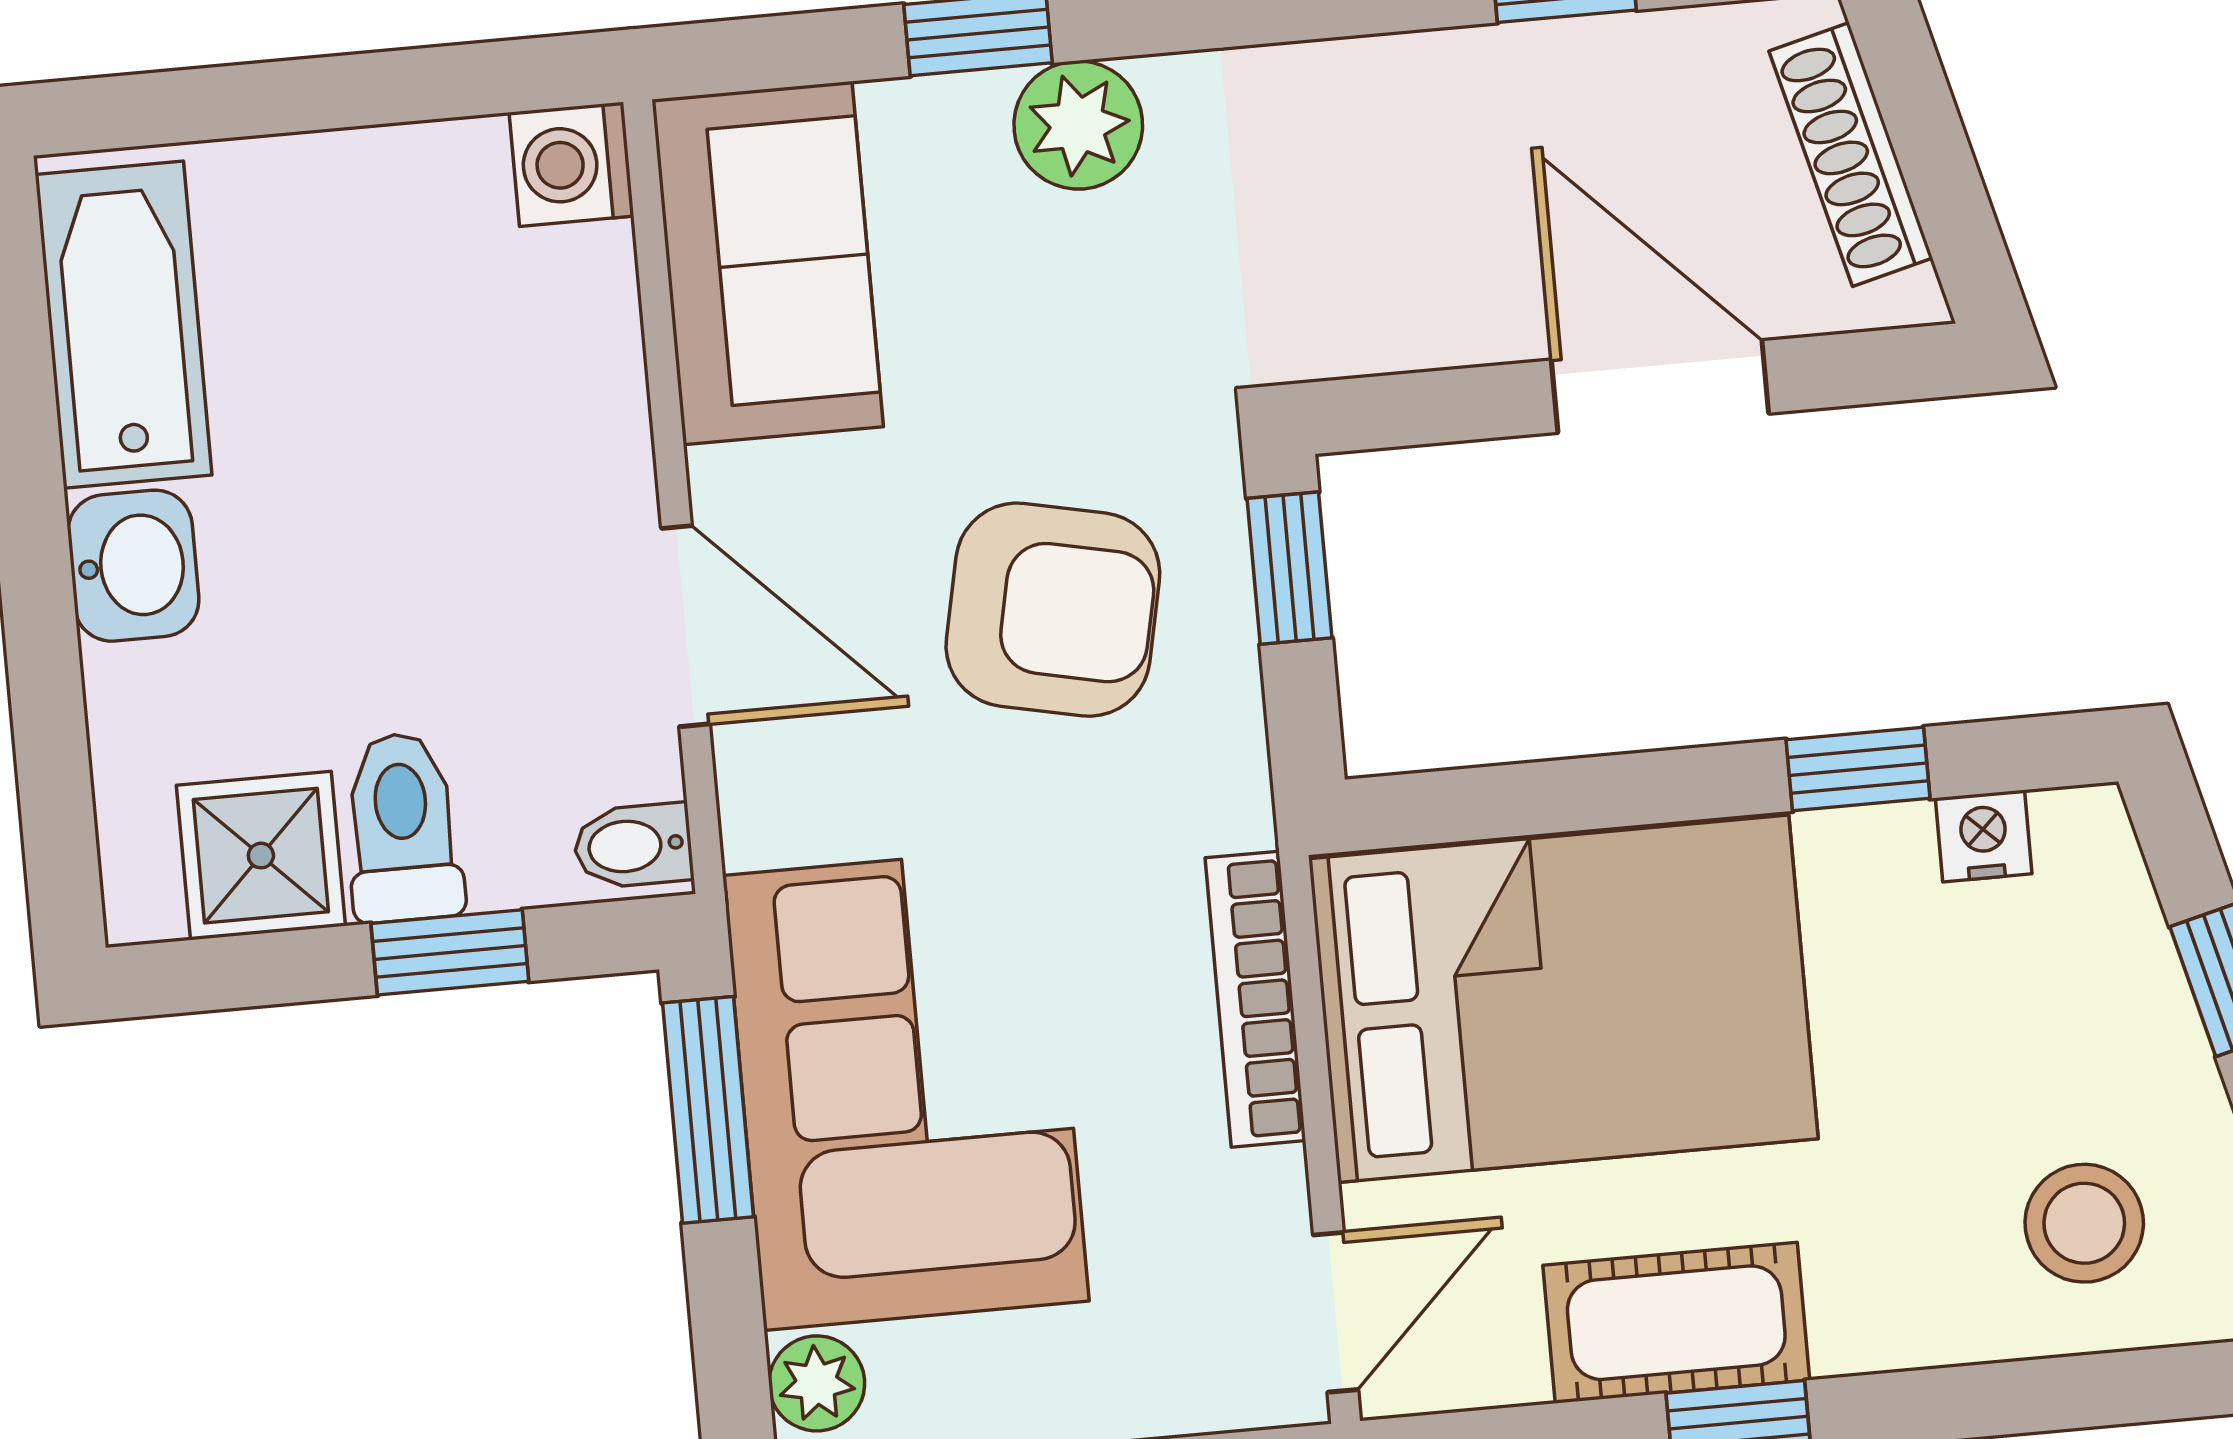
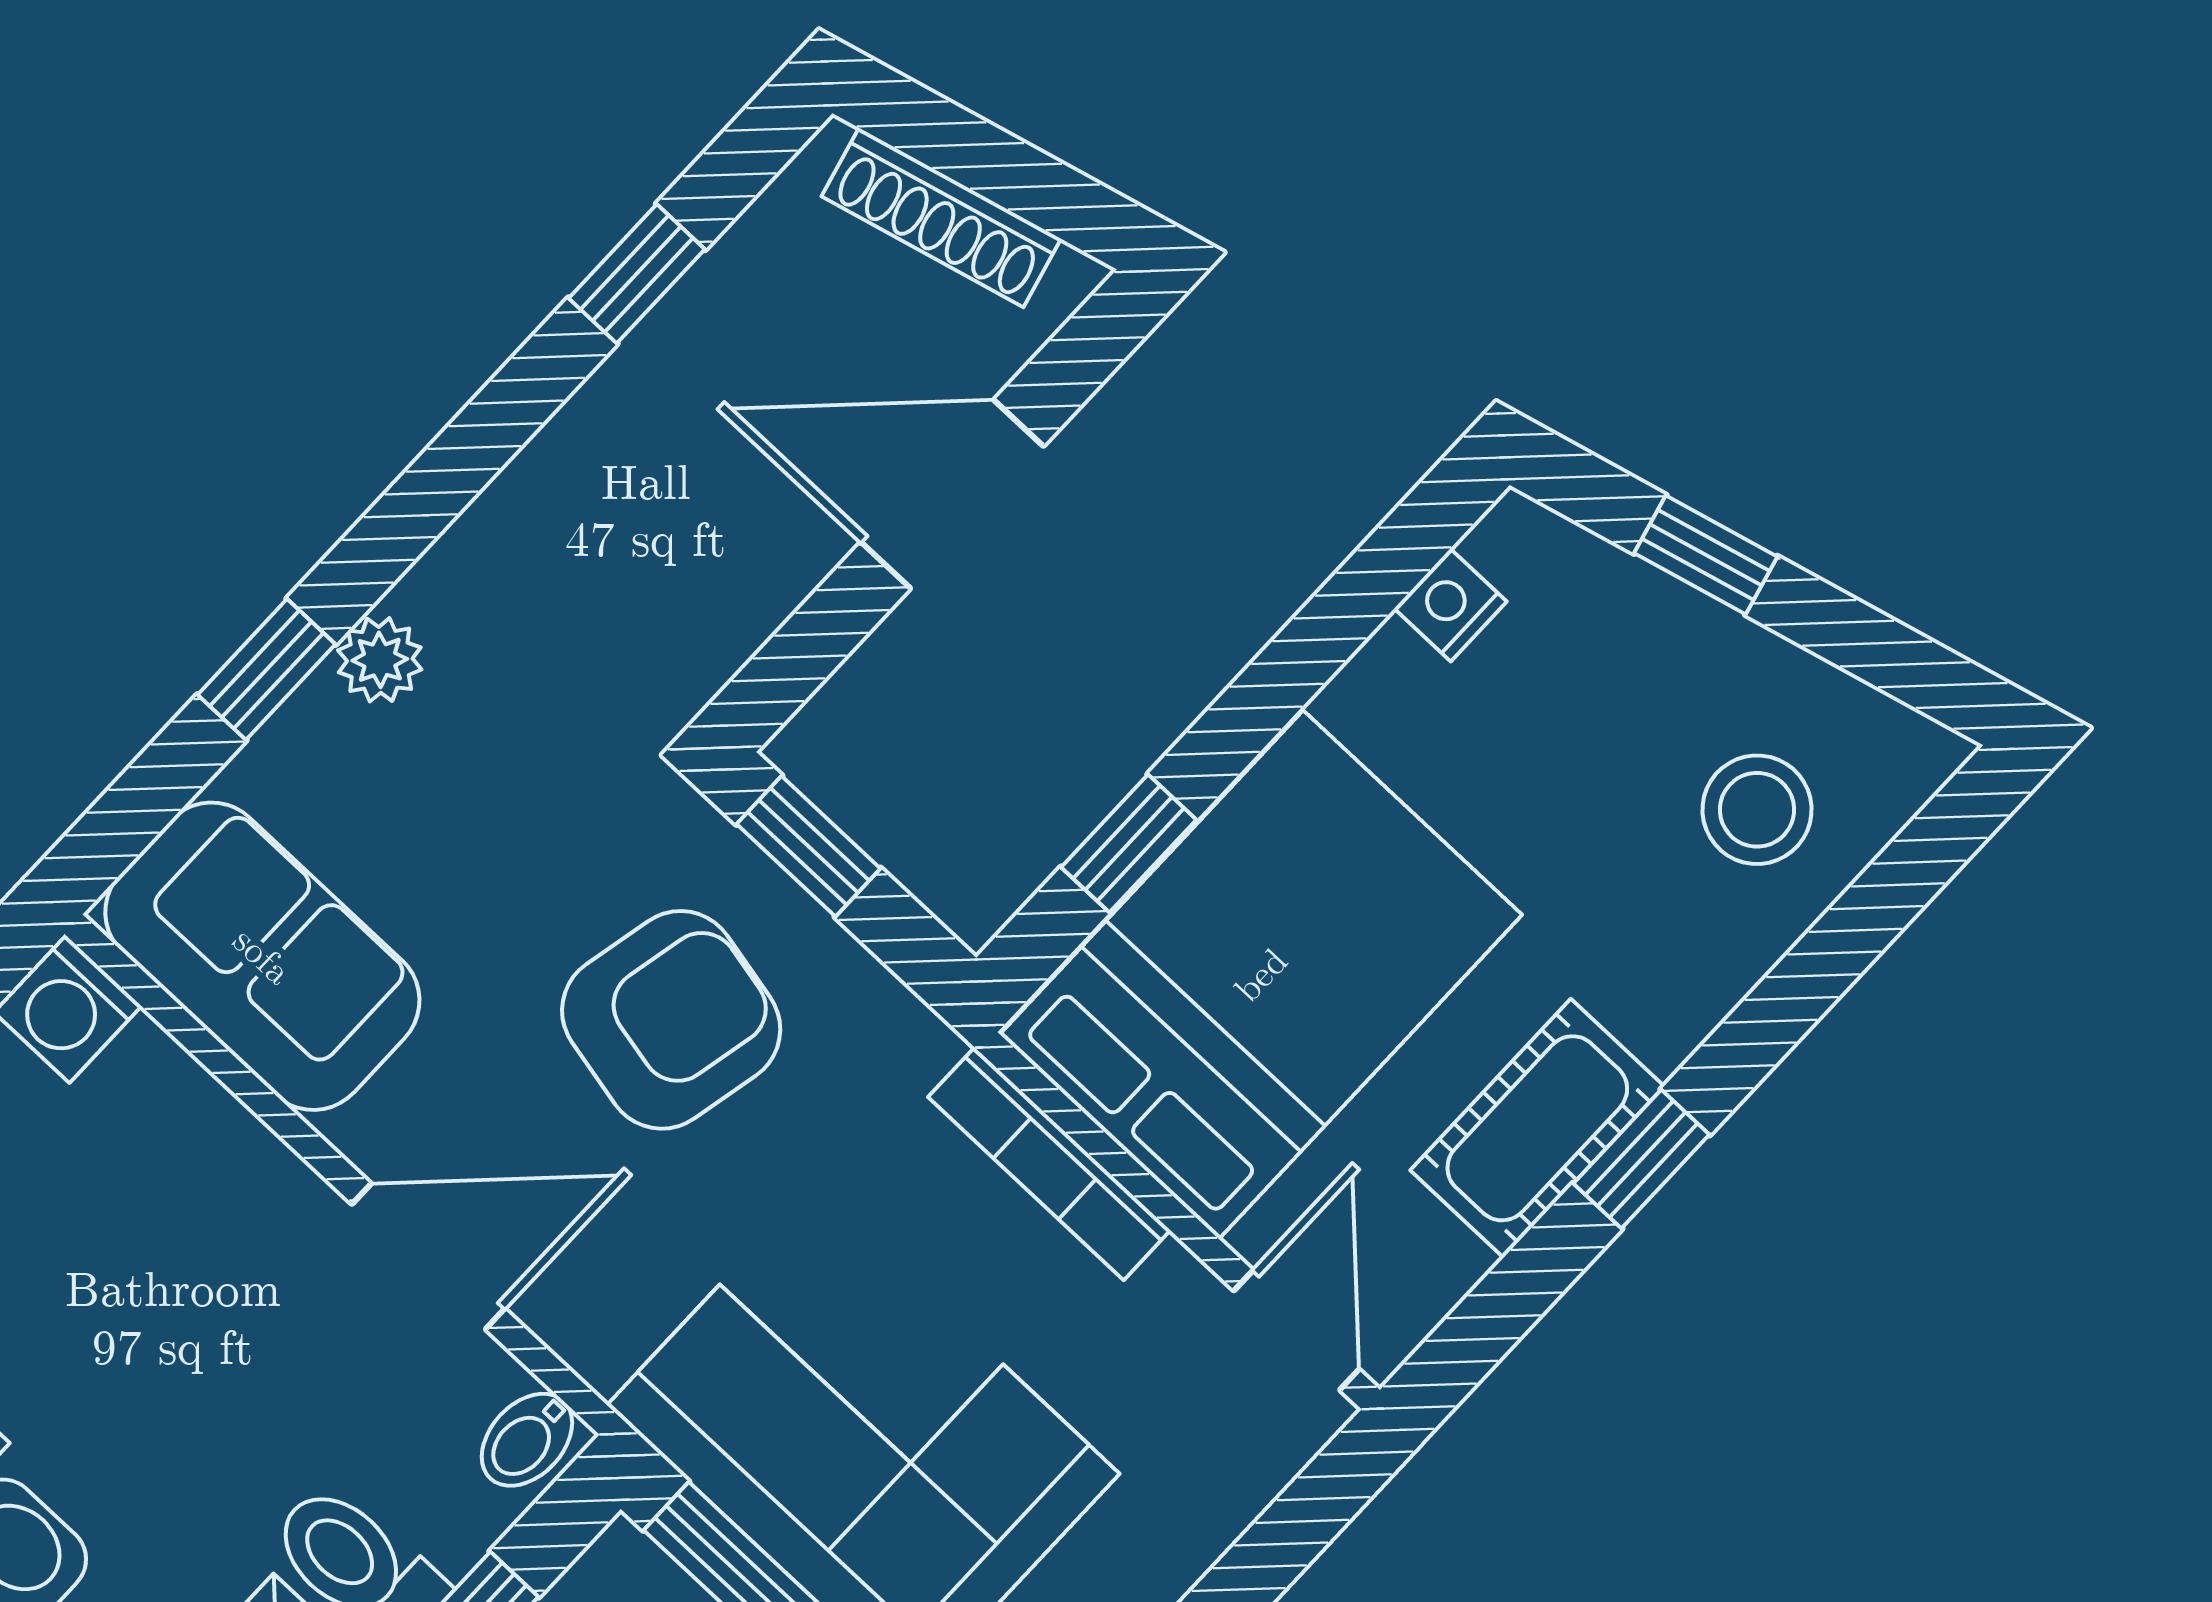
plant: (1078, 125) -> (380, 660), width x0.73, depth x0.73
window: (1858, 769) -> (1129, 843), moved

